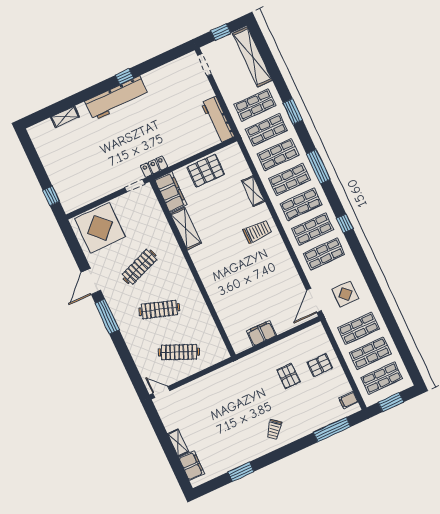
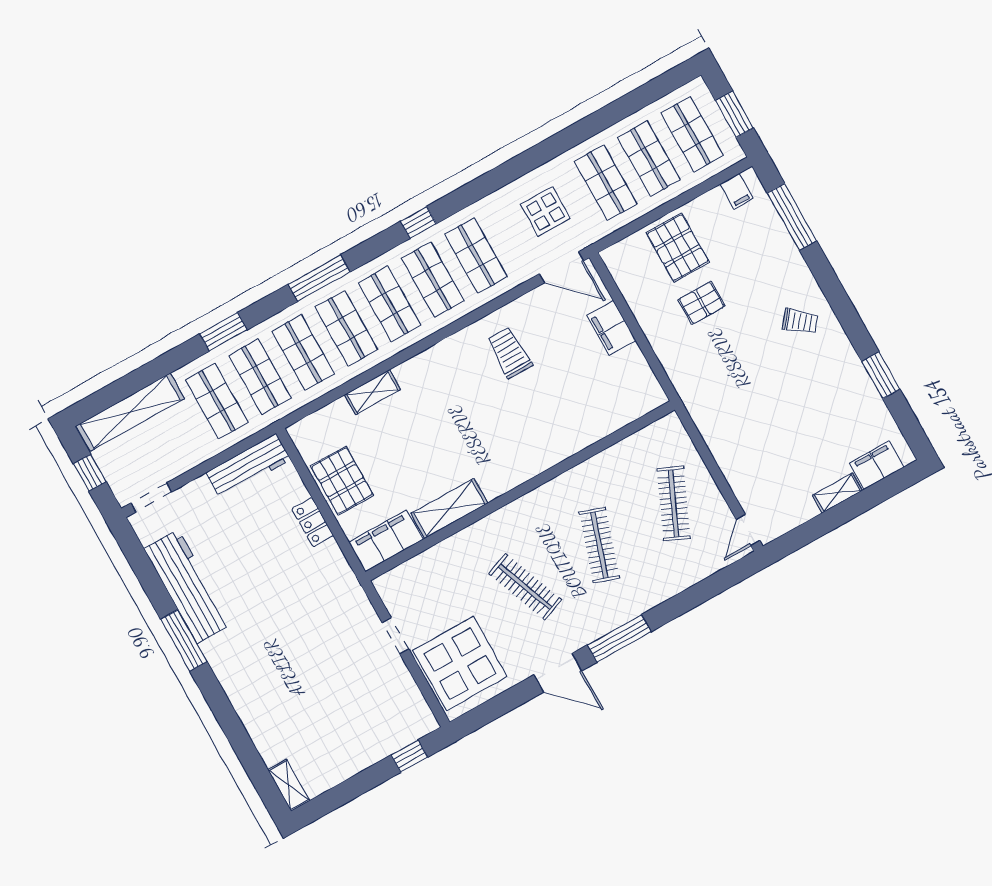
window: (124, 77) -> (184, 640), width x2.17
workbench: (117, 98) -> (188, 587), moved
shelving: (65, 117) -> (289, 785), moved
locker: (154, 167) -> (313, 522), moved
doorway: (135, 186) -> (396, 636), moved
trolley: (257, 232) -> (509, 353), moved
filing cabinet: (262, 333) -> (611, 328), moved
pallet: (320, 365) -> (678, 248), width x1.50, depth x1.42

